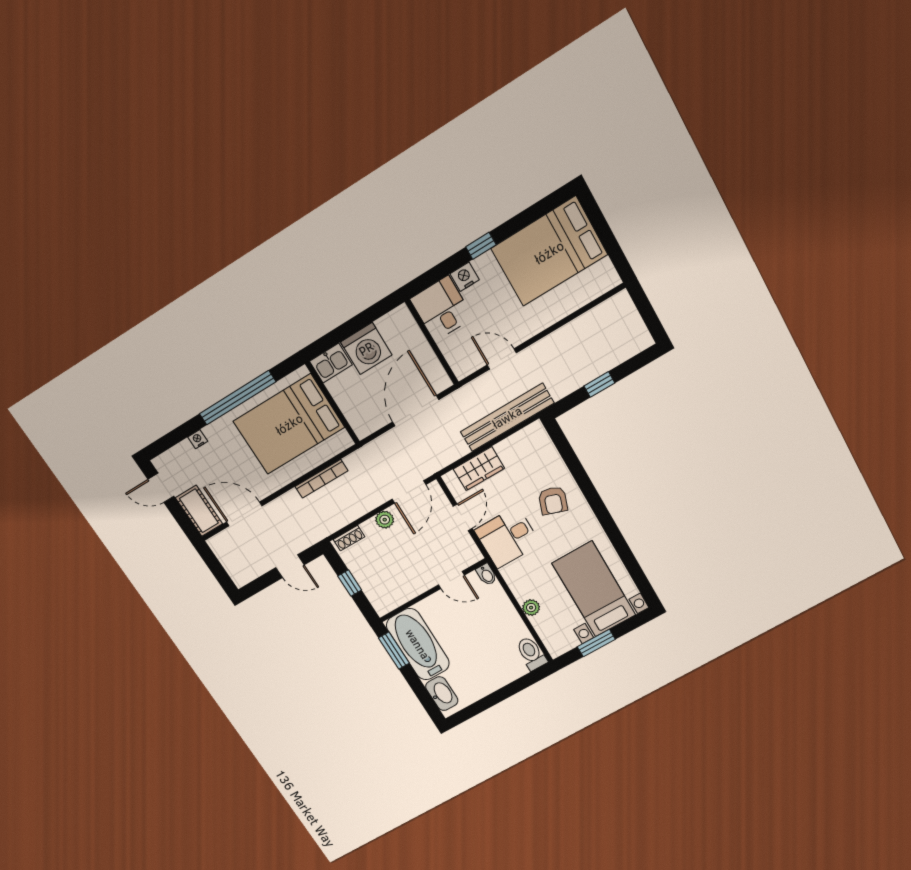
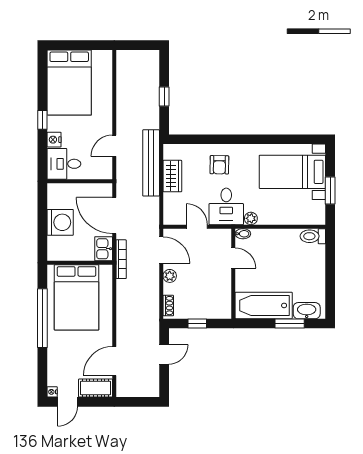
kitchen sink: (331, 363) -> (104, 249), moved, turned 180
nightstand: (198, 439) -> (52, 392), moved
wardrobe: (479, 469) -> (172, 176), moved
bookcase: (321, 479) -> (121, 259), moved
armchair: (553, 501) -> (219, 165), turned 72
door: (451, 580) -> (233, 258), hinge flipped
plant: (531, 608) -> (251, 218), moved
window: (394, 651) -> (290, 324), moved

